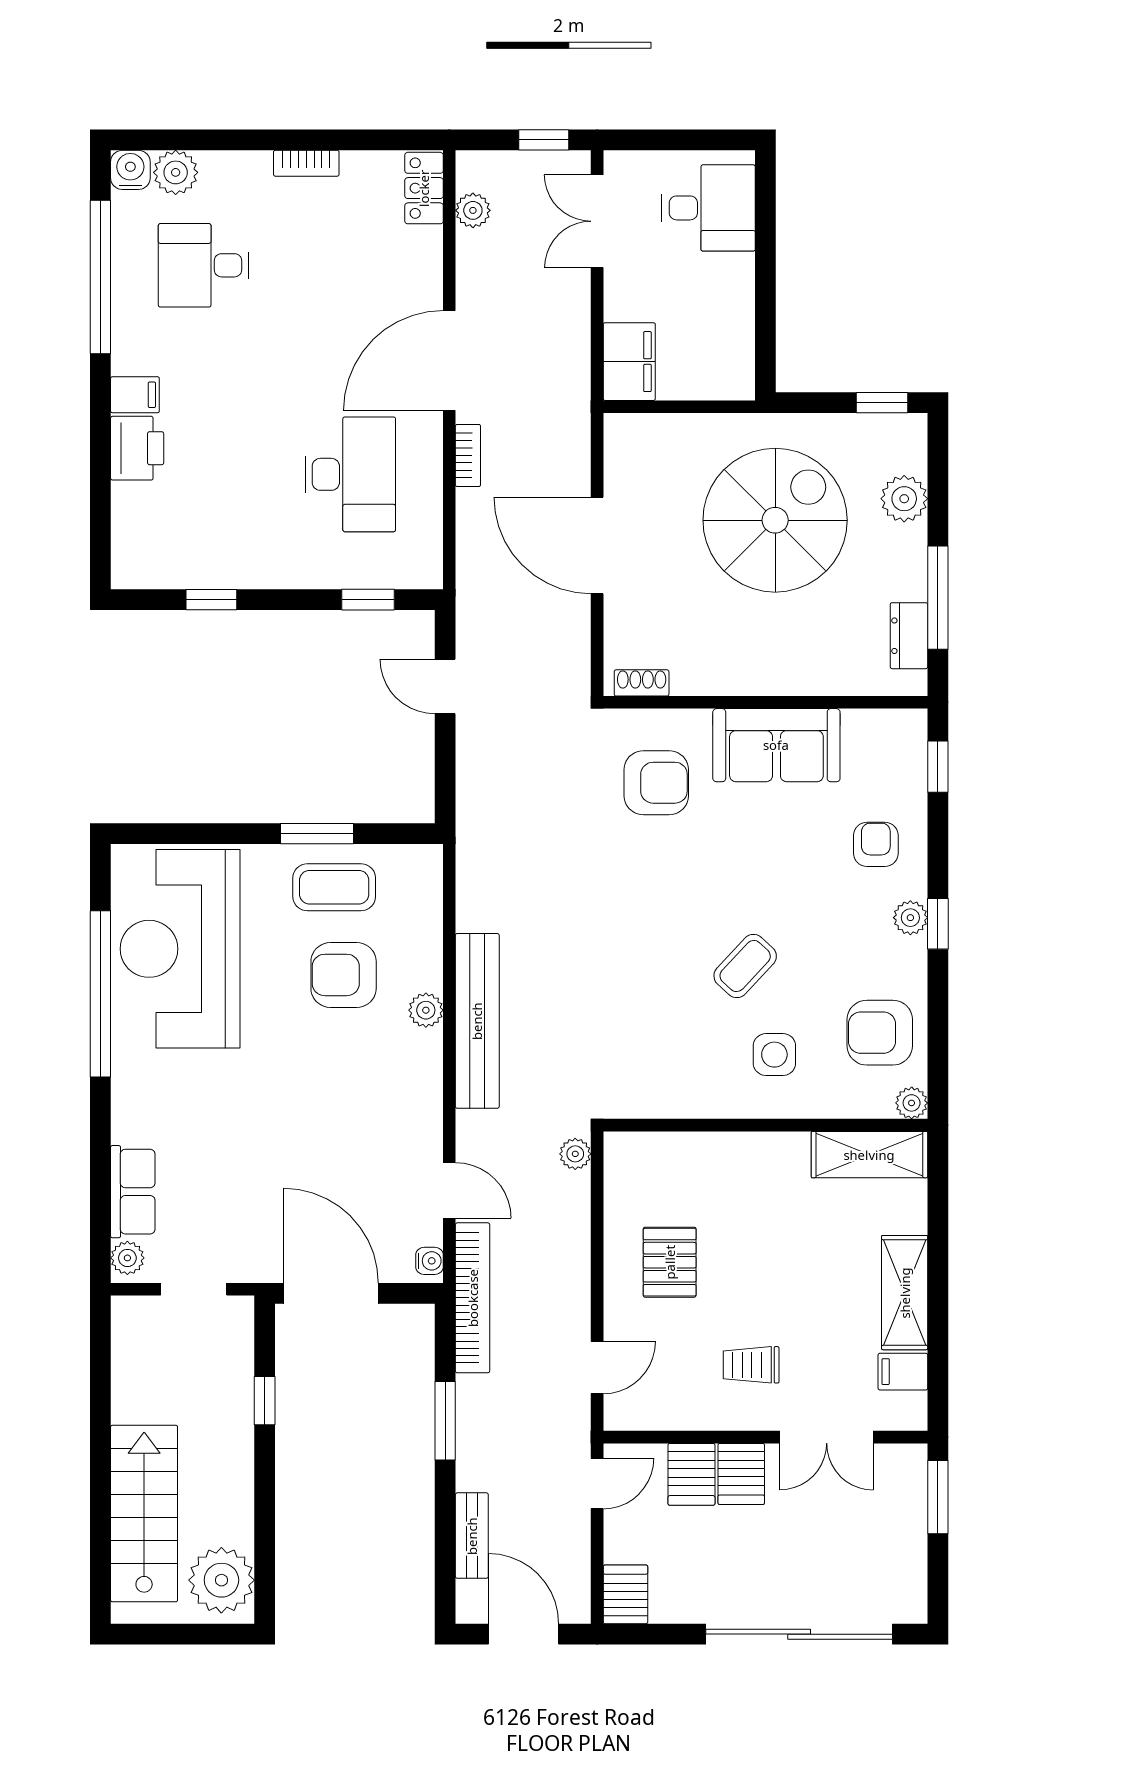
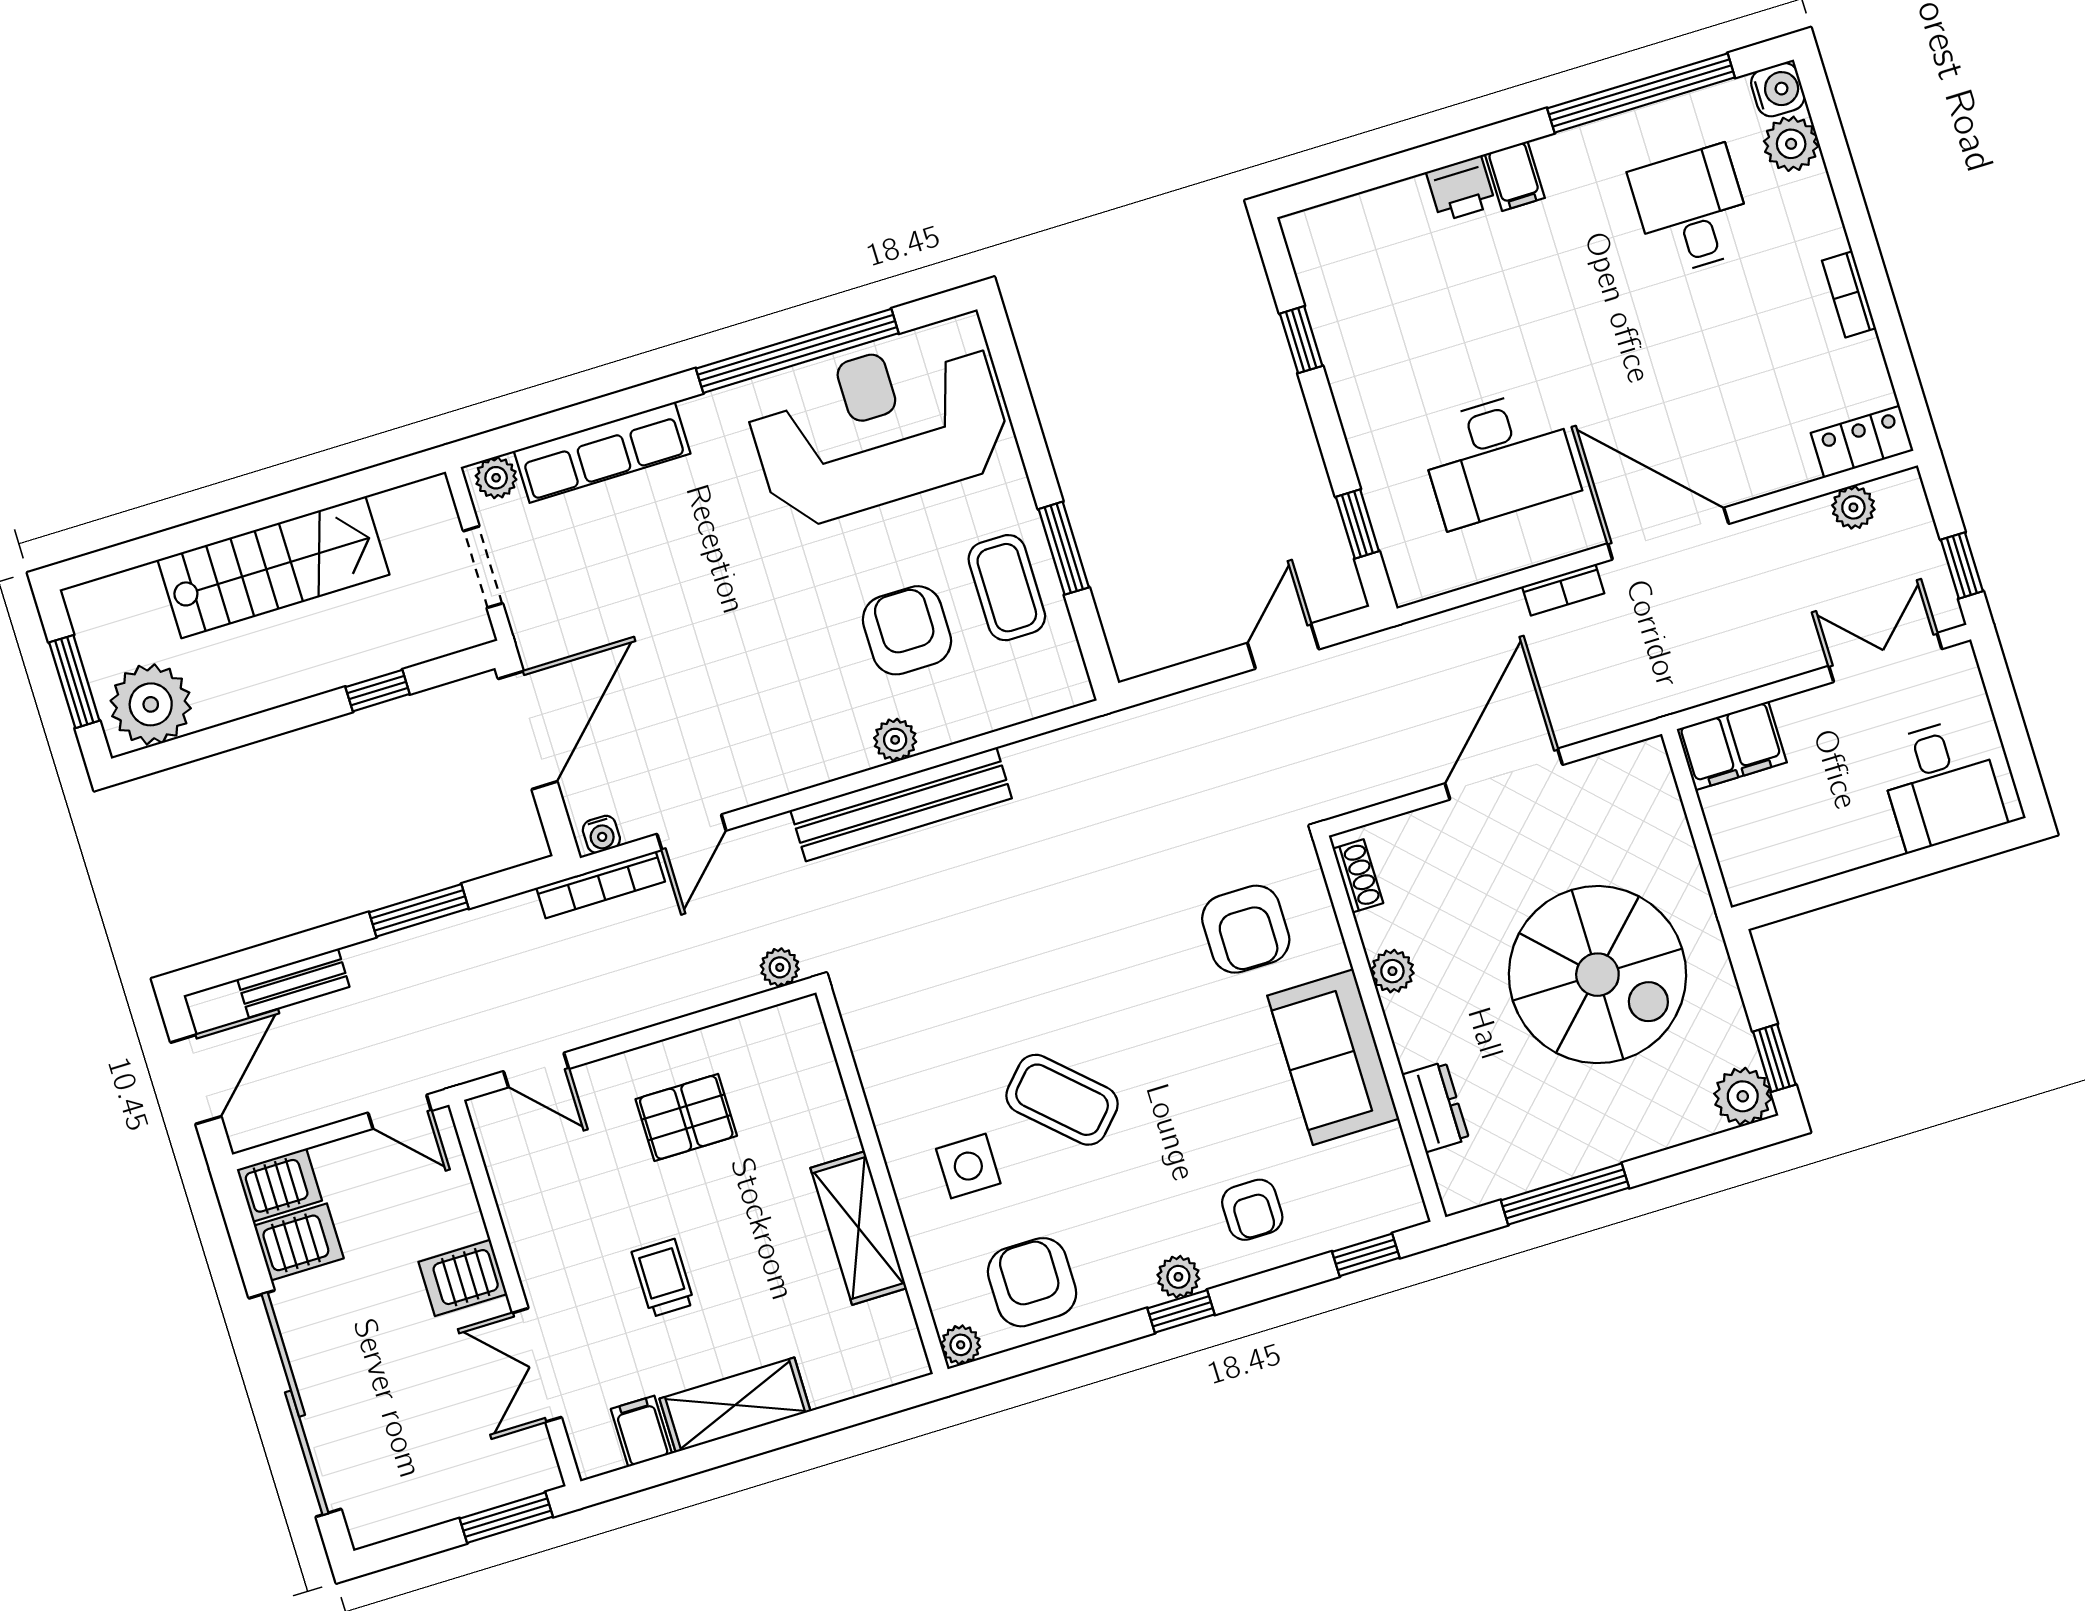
printer: (137, 448) -> (1461, 189), width x0.73, depth x0.81
plant: (904, 499) -> (1743, 1096), moved
dresser: (909, 636) -> (1435, 1107), moved, turned 90
plant: (724, 679) -> (1392, 971), added
armchair: (876, 844) -> (1252, 1210), turned 90
coffee table: (745, 966) -> (1062, 1100), width x1.36, depth x1.30
shelving: (869, 1155) -> (859, 1228), moved
row of seats: (133, 1192) -> (602, 452), width x1.48
bookcase: (473, 1298) -> (601, 885), width x0.68, depth x0.76
trolley: (751, 1365) -> (663, 1278), moved
server rack: (691, 1474) -> (299, 1242), moved, turned 180
stairs: (144, 1514) -> (273, 567), moved
window: (186, 1634) -> (74, 682), added

